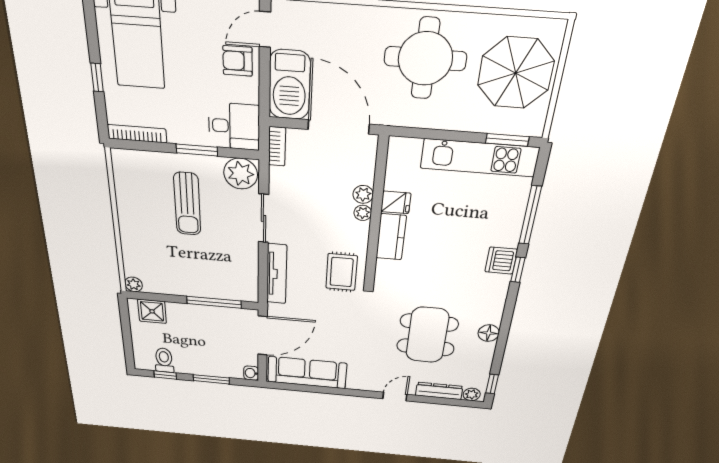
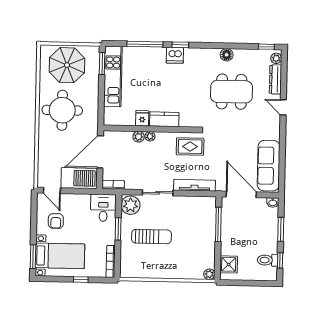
armchair: (238, 61) -> (56, 221), moved

